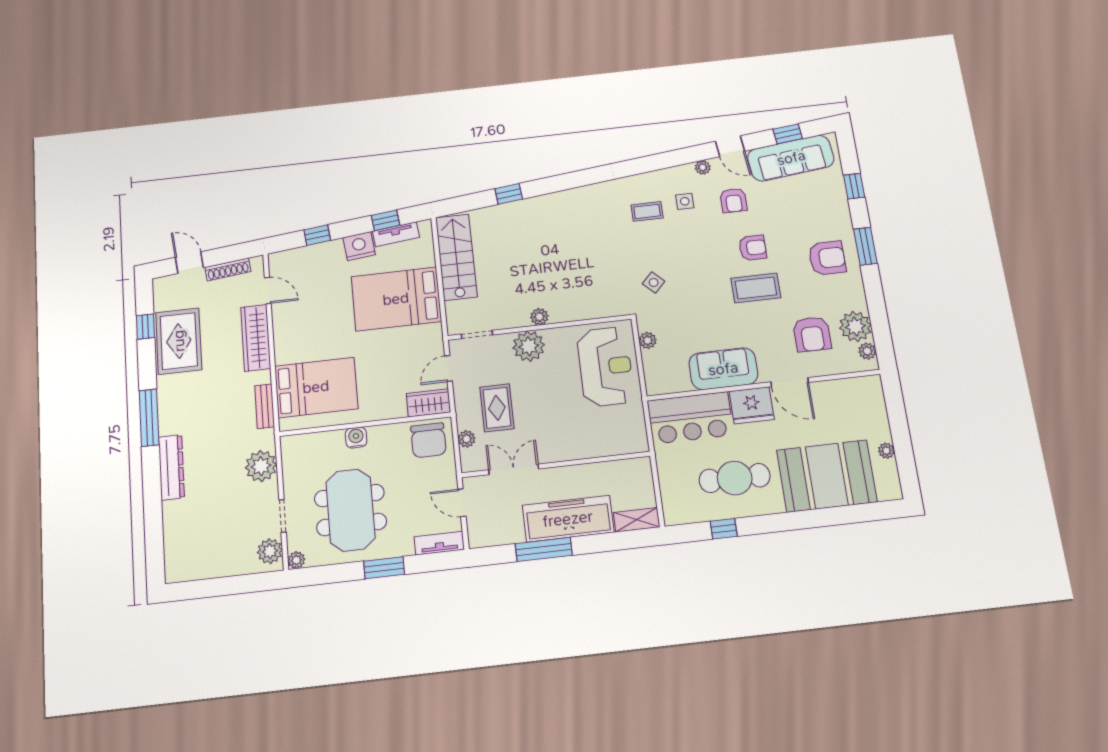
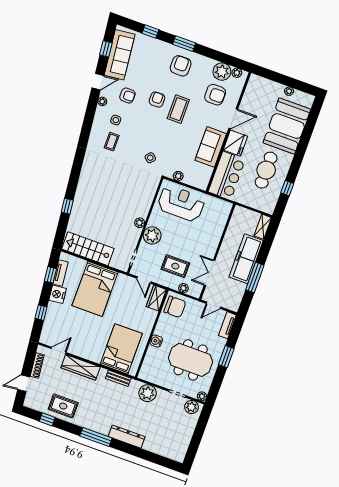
rug: (179, 341) -> (63, 406), width x0.73, depth x0.70

